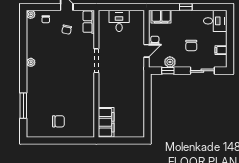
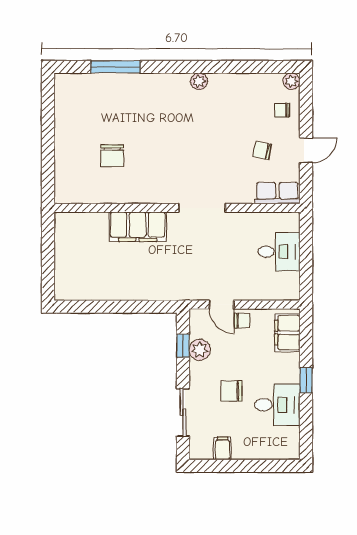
desk: (215, 21) -> (277, 405), moved, turned -90
chair: (58, 121) -> (112, 156), moved
filing cabinet: (106, 122) -> (138, 227), moved

